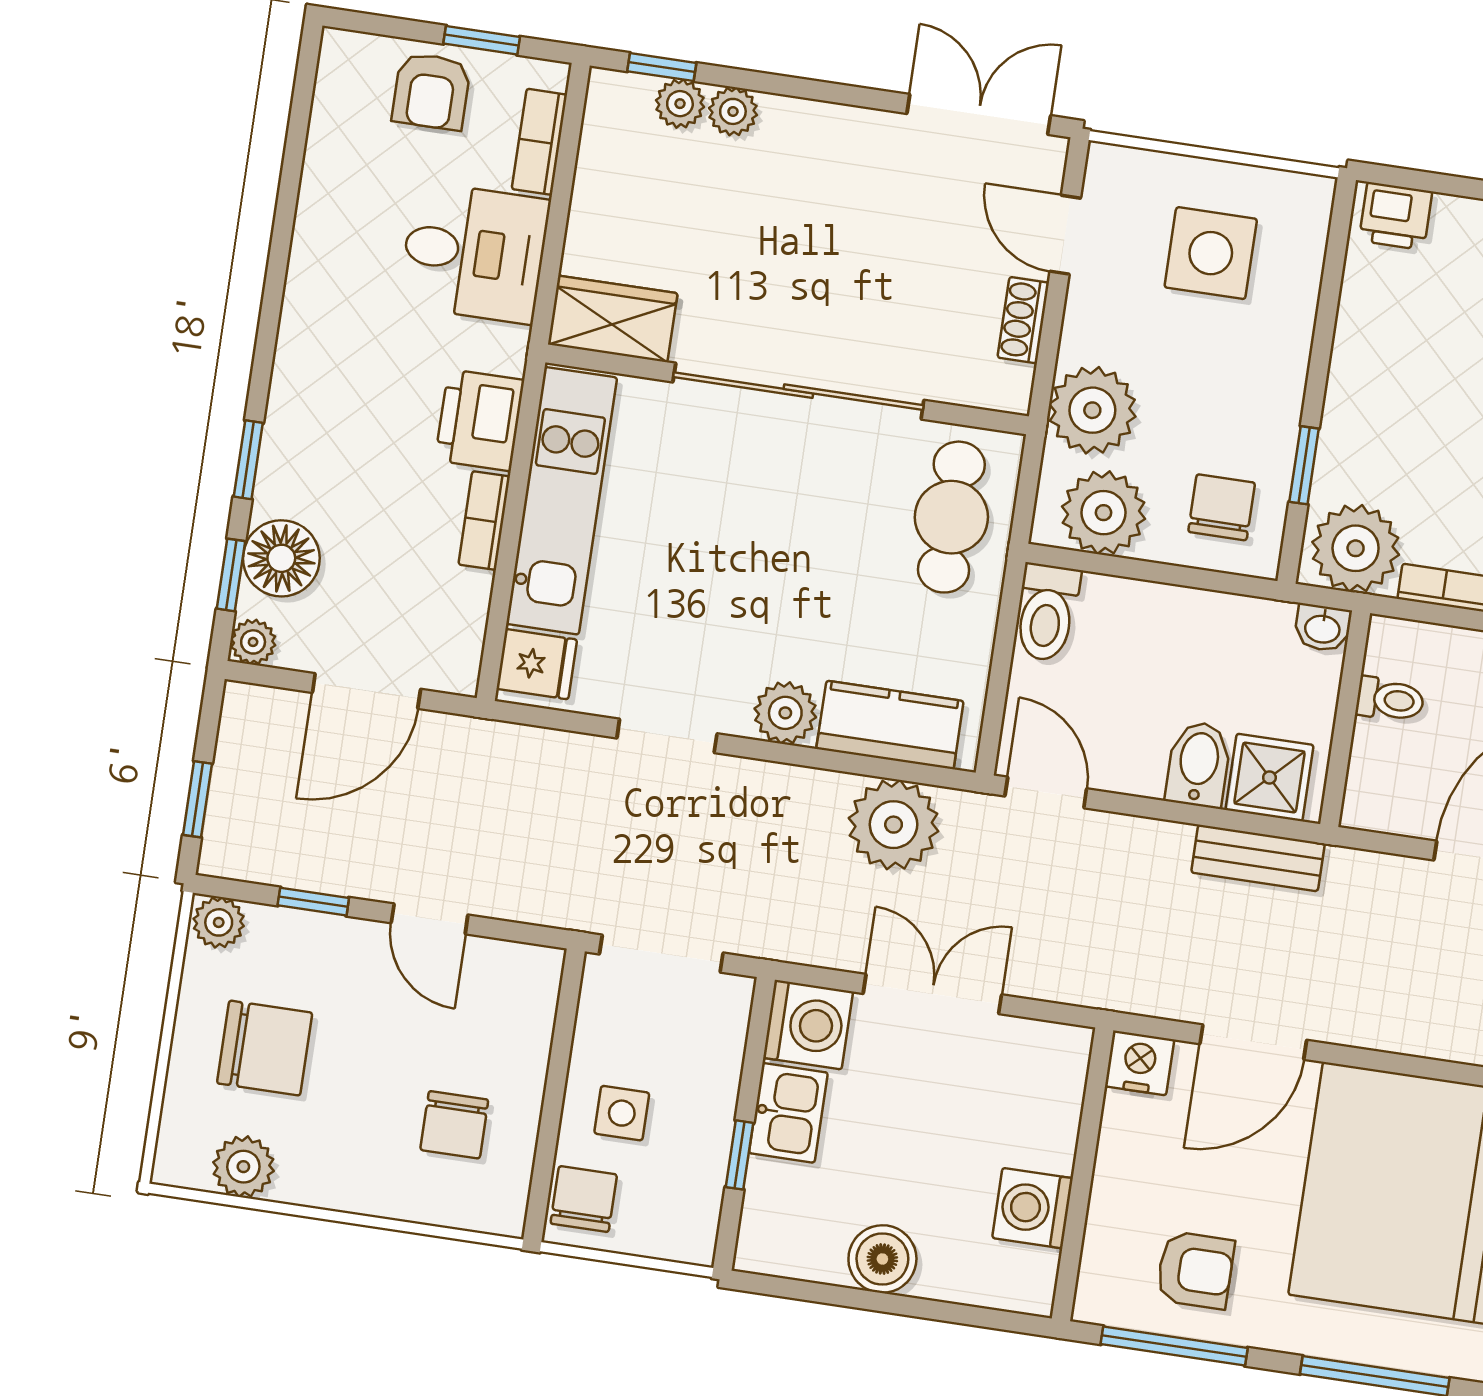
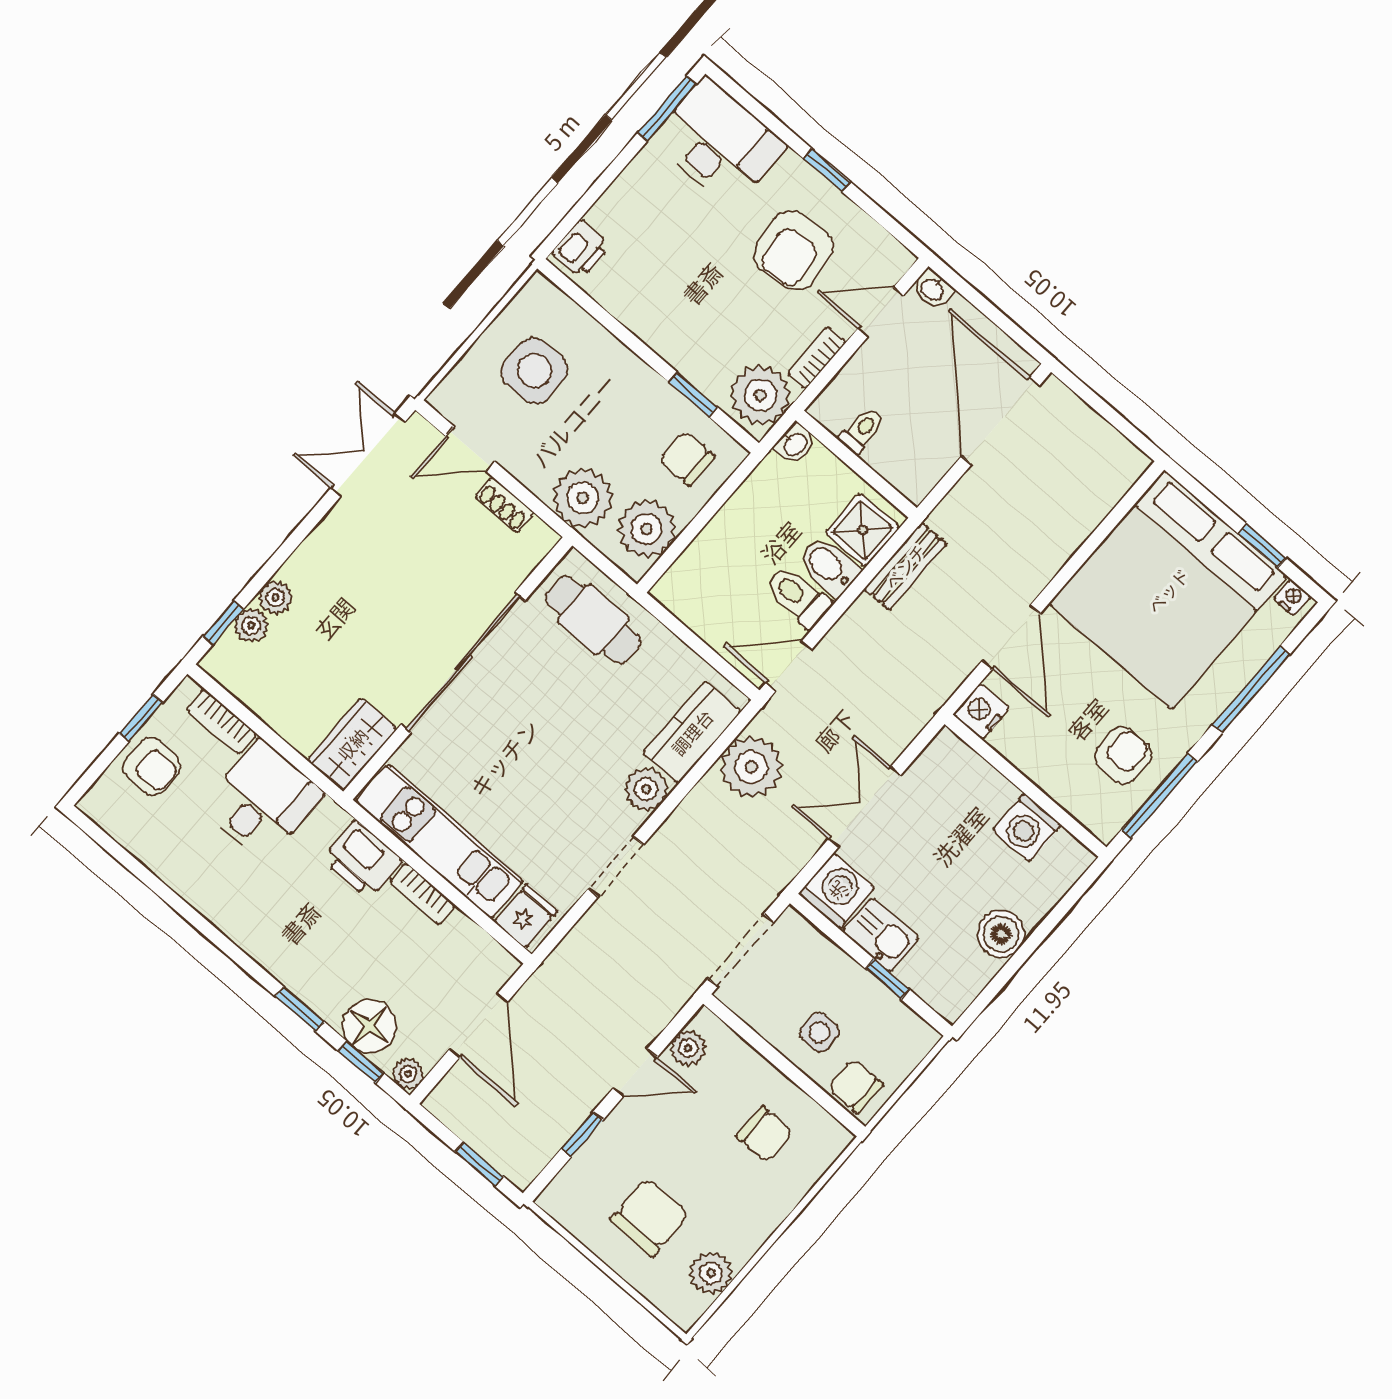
toilet: (1047, 612) -> (798, 596), moved, turned 180
plant: (219, 922) -> (688, 1048), moved

